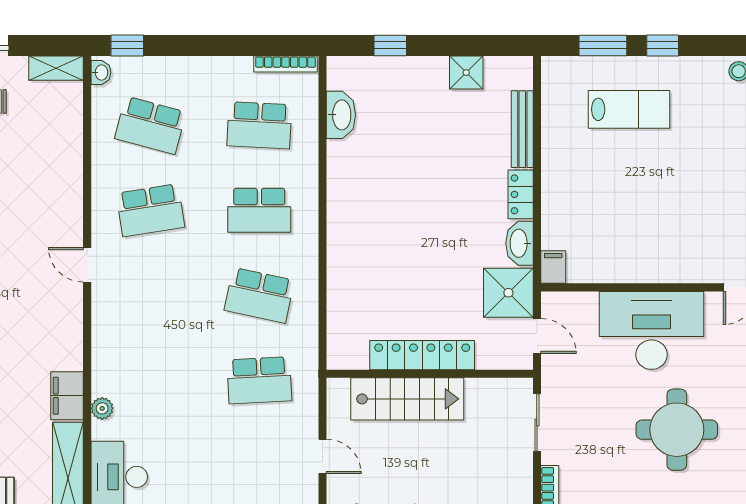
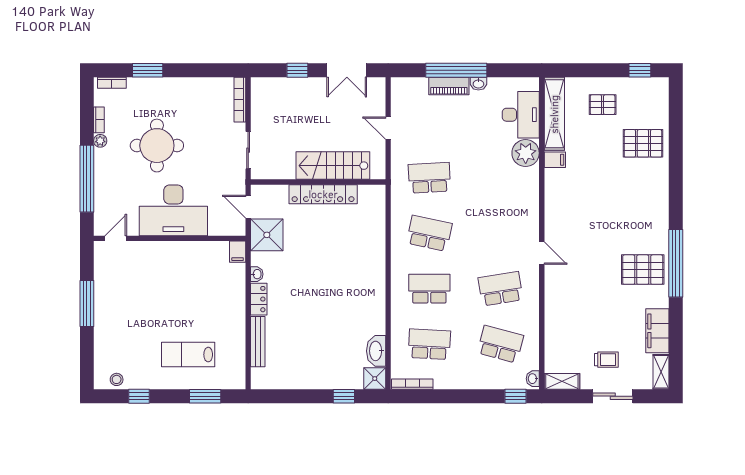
window: (663, 45) -> (139, 396), moved
shower: (466, 73) -> (375, 379), moved
washbasin: (520, 243) -> (257, 274), width x0.52, depth x0.69
filing cabinet: (67, 396) -> (555, 160), width x0.50
plant: (102, 408) -> (526, 153), width x1.87, depth x1.87

